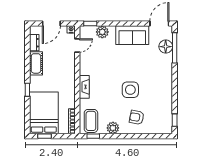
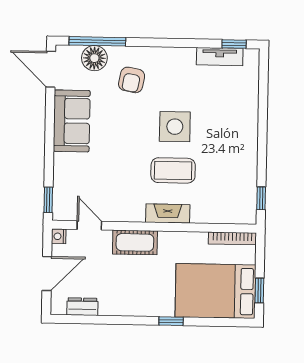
door: (51, 24) -> (47, 274), hinge flipped
plant: (102, 32) -> (65, 178), removed
cot: (36, 63) -> (135, 242), moved
tv unit: (168, 113) -> (220, 57), added
armchair: (137, 117) -> (132, 80), moved
coffee table: (91, 121) -> (173, 170), moved
plant: (113, 128) -> (246, 161), removed

